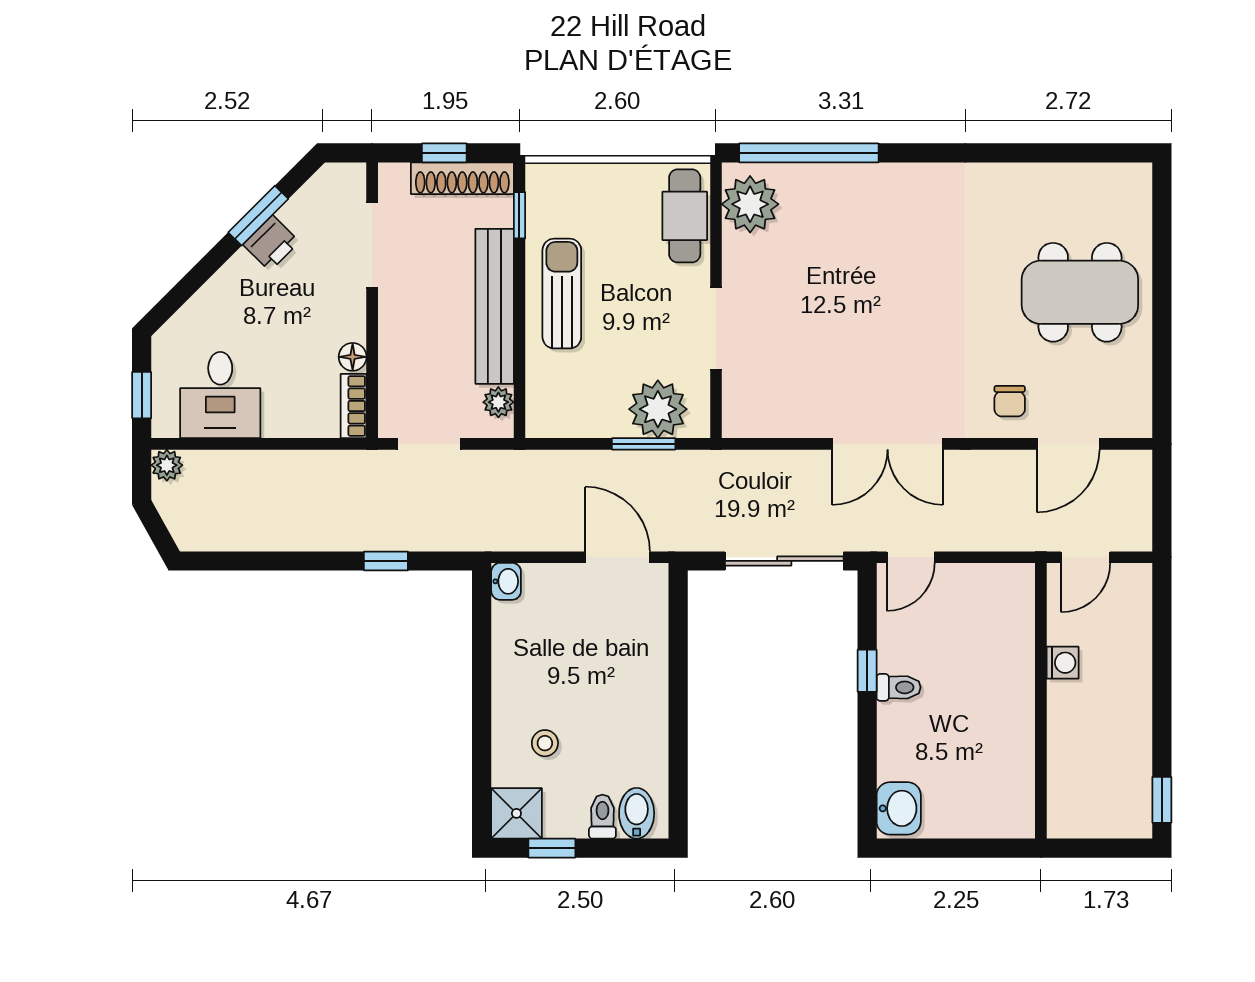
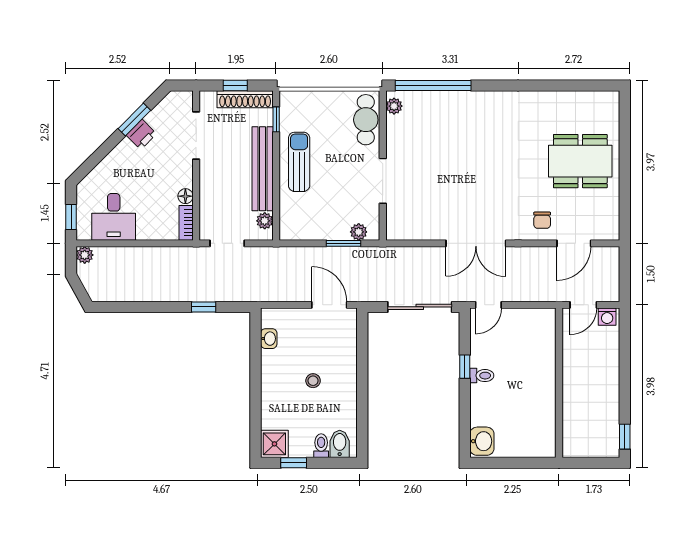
plant: (750, 204) -> (394, 106), width x0.53, depth x0.53
plant: (658, 409) -> (359, 232), width x0.53, depth x0.53
washbasin: (506, 581) -> (269, 339), moved
washing machine: (1063, 663) -> (607, 317), moved, turned 90
stool: (545, 743) -> (313, 381), moved

